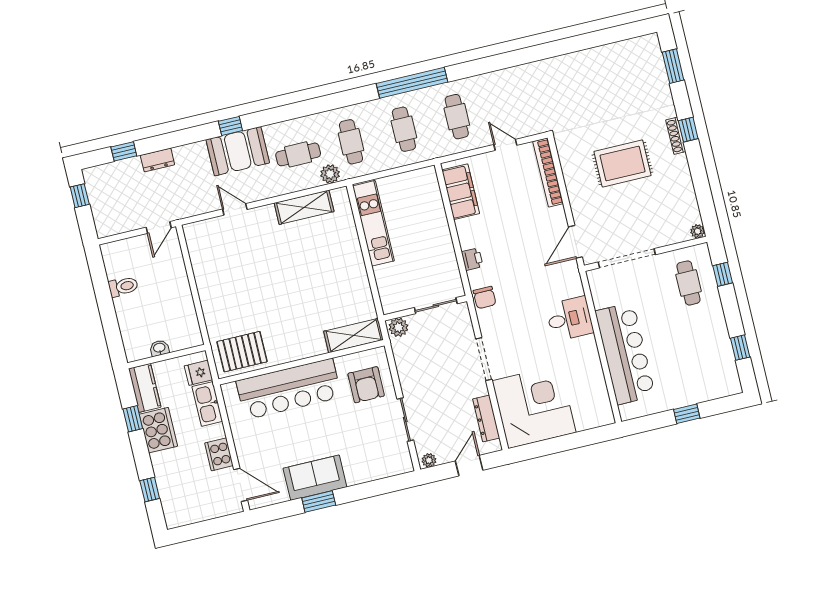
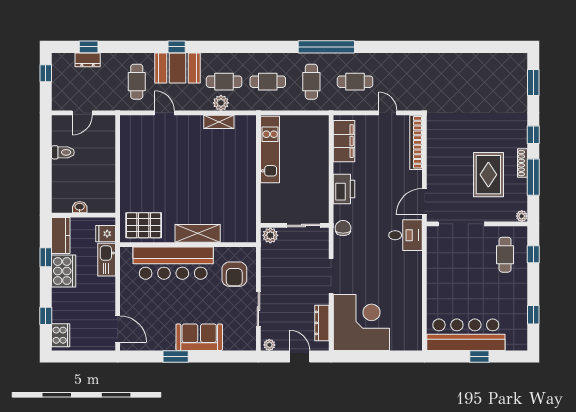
cafe table: (457, 117) -> (355, 82), turned 90
shoe rack: (676, 136) -> (523, 163), moved
cafe table: (351, 142) -> (268, 82), turned 90
dresser: (157, 160) -> (88, 60), moved
rug: (622, 163) -> (488, 175), moved, turned 90
plant: (330, 174) -> (221, 103), moved
cafe table: (192, 180) -> (137, 82), added
window: (700, 181) -> (533, 177), added
shelving: (304, 207) -> (219, 122), width x0.67, depth x0.75
door: (159, 227) -> (82, 113), moved
printer: (472, 259) -> (344, 189), width x1.87, depth x1.48
chair: (485, 297) -> (343, 228), turned 180
desk: (570, 319) -> (405, 235), moved
shelving: (354, 336) -> (198, 233), moved
bar counter: (625, 354) -> (466, 335), moved, turned -90
cooker: (219, 454) -> (61, 335), moved, turned 180
door: (469, 466) -> (300, 357), hinge flipped
sofa: (315, 478) -> (199, 337), moved

